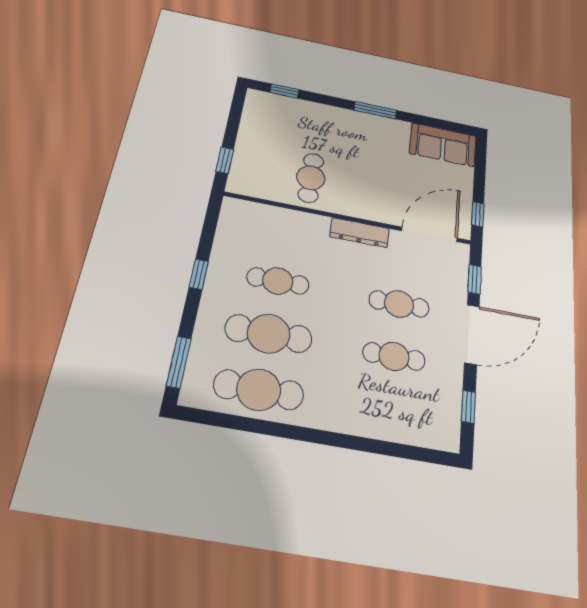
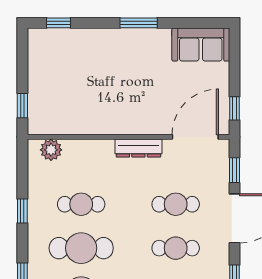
cafe table: (311, 178) -> (93, 106), removed
plant: (251, 213) -> (51, 150), added

